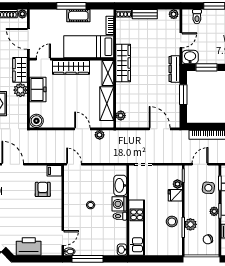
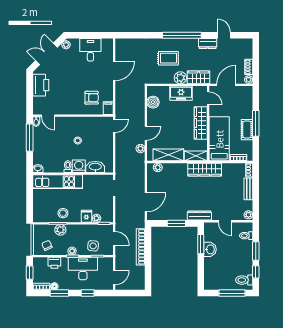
washbasin: (190, 57) -> (210, 249), moved
boiler: (36, 121) -> (153, 102), moved

